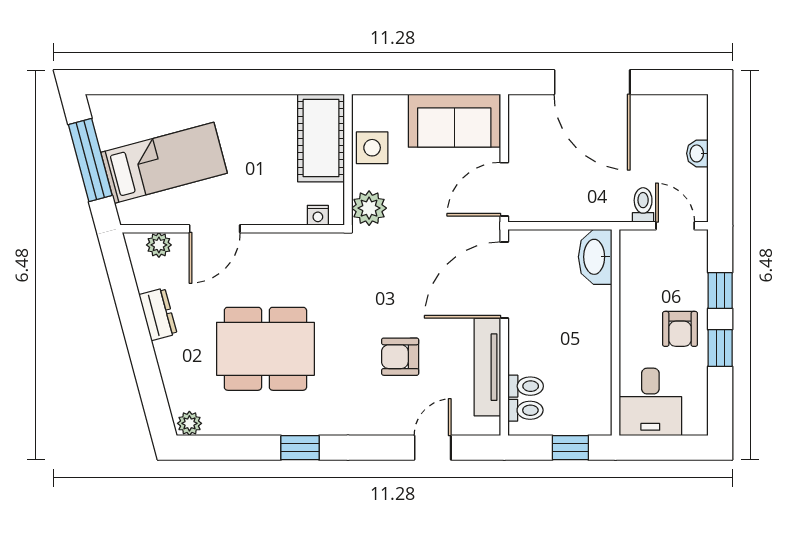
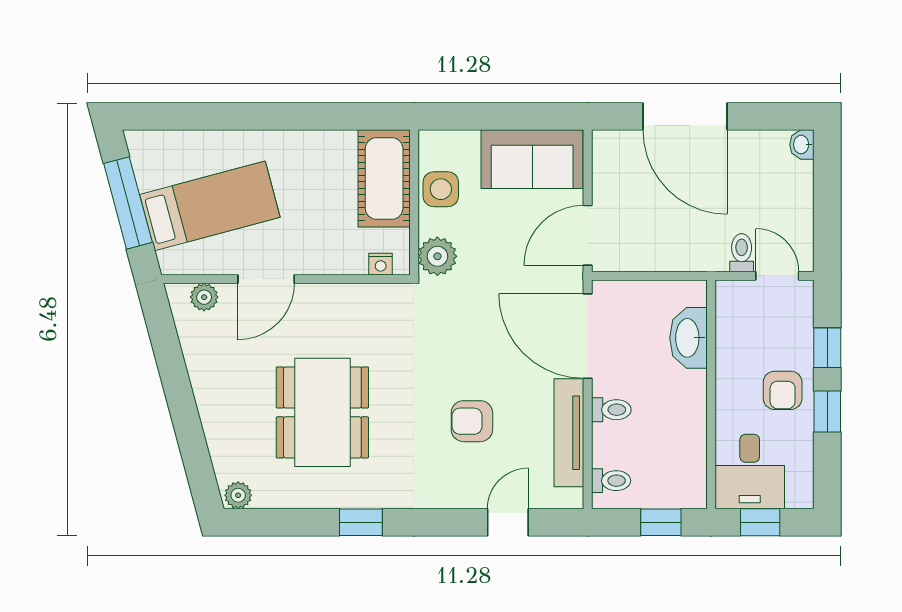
washbasin: (697, 153) -> (802, 145), moved
washbasin: (595, 257) -> (688, 338), moved
door: (504, 280) -> (588, 336), hinge flipped
dresser: (158, 314) -> (203, 374), removed
dining table: (265, 349) -> (322, 412), turned 90
toilet: (526, 386) -> (611, 410), moved
window: (660, 448) -> (760, 522), added

